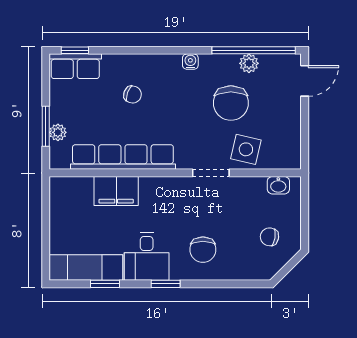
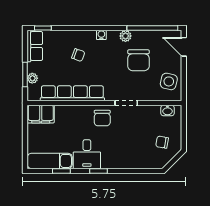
water cooler: (190, 62) -> (101, 35), moved
plant: (249, 63) -> (125, 36), moved
row of seats: (75, 66) -> (35, 46), moved, turned -90
door: (305, 81) -> (184, 47), swing flipped
side table: (246, 149) -> (169, 81), moved
filing cabinet: (116, 191) -> (41, 114), moved
chair: (203, 250) -> (102, 118), moved

